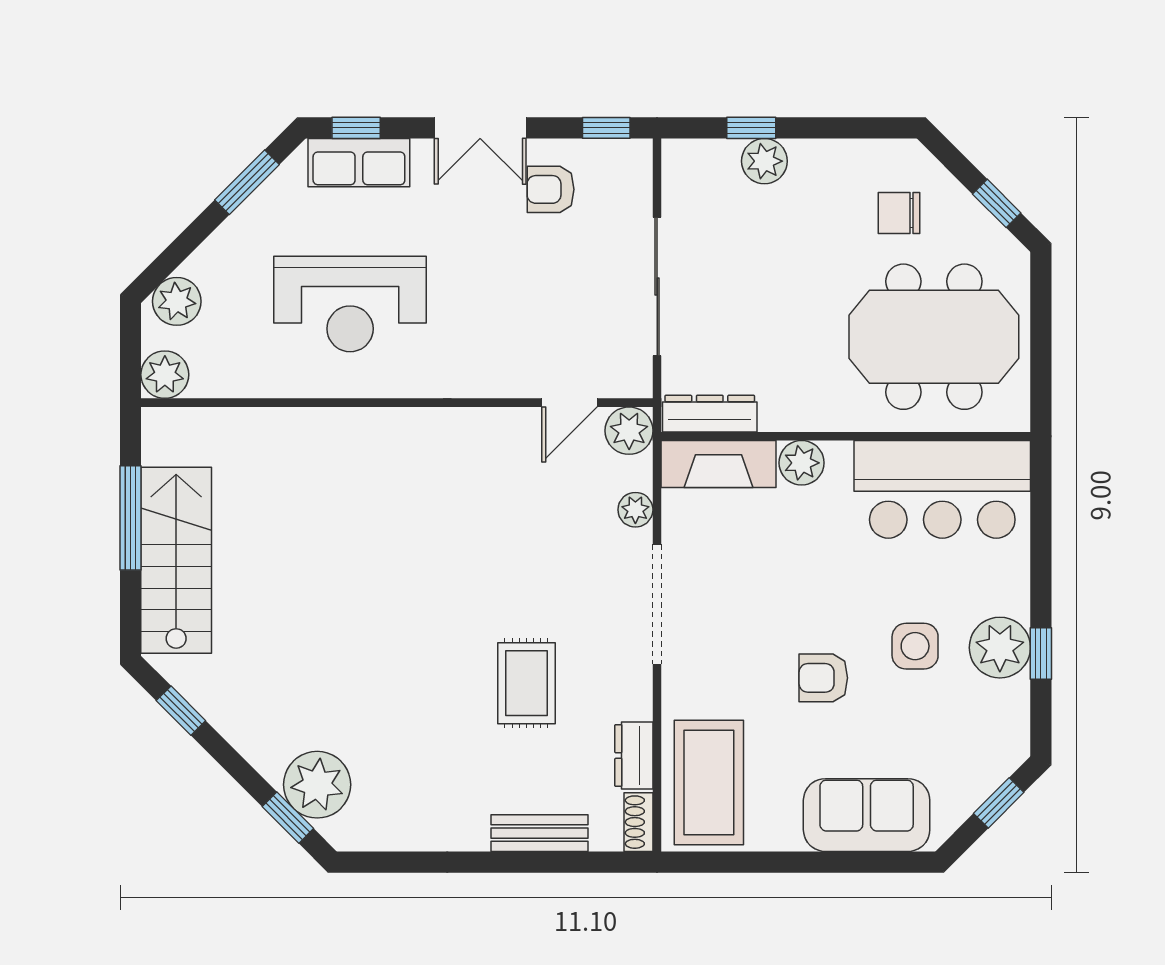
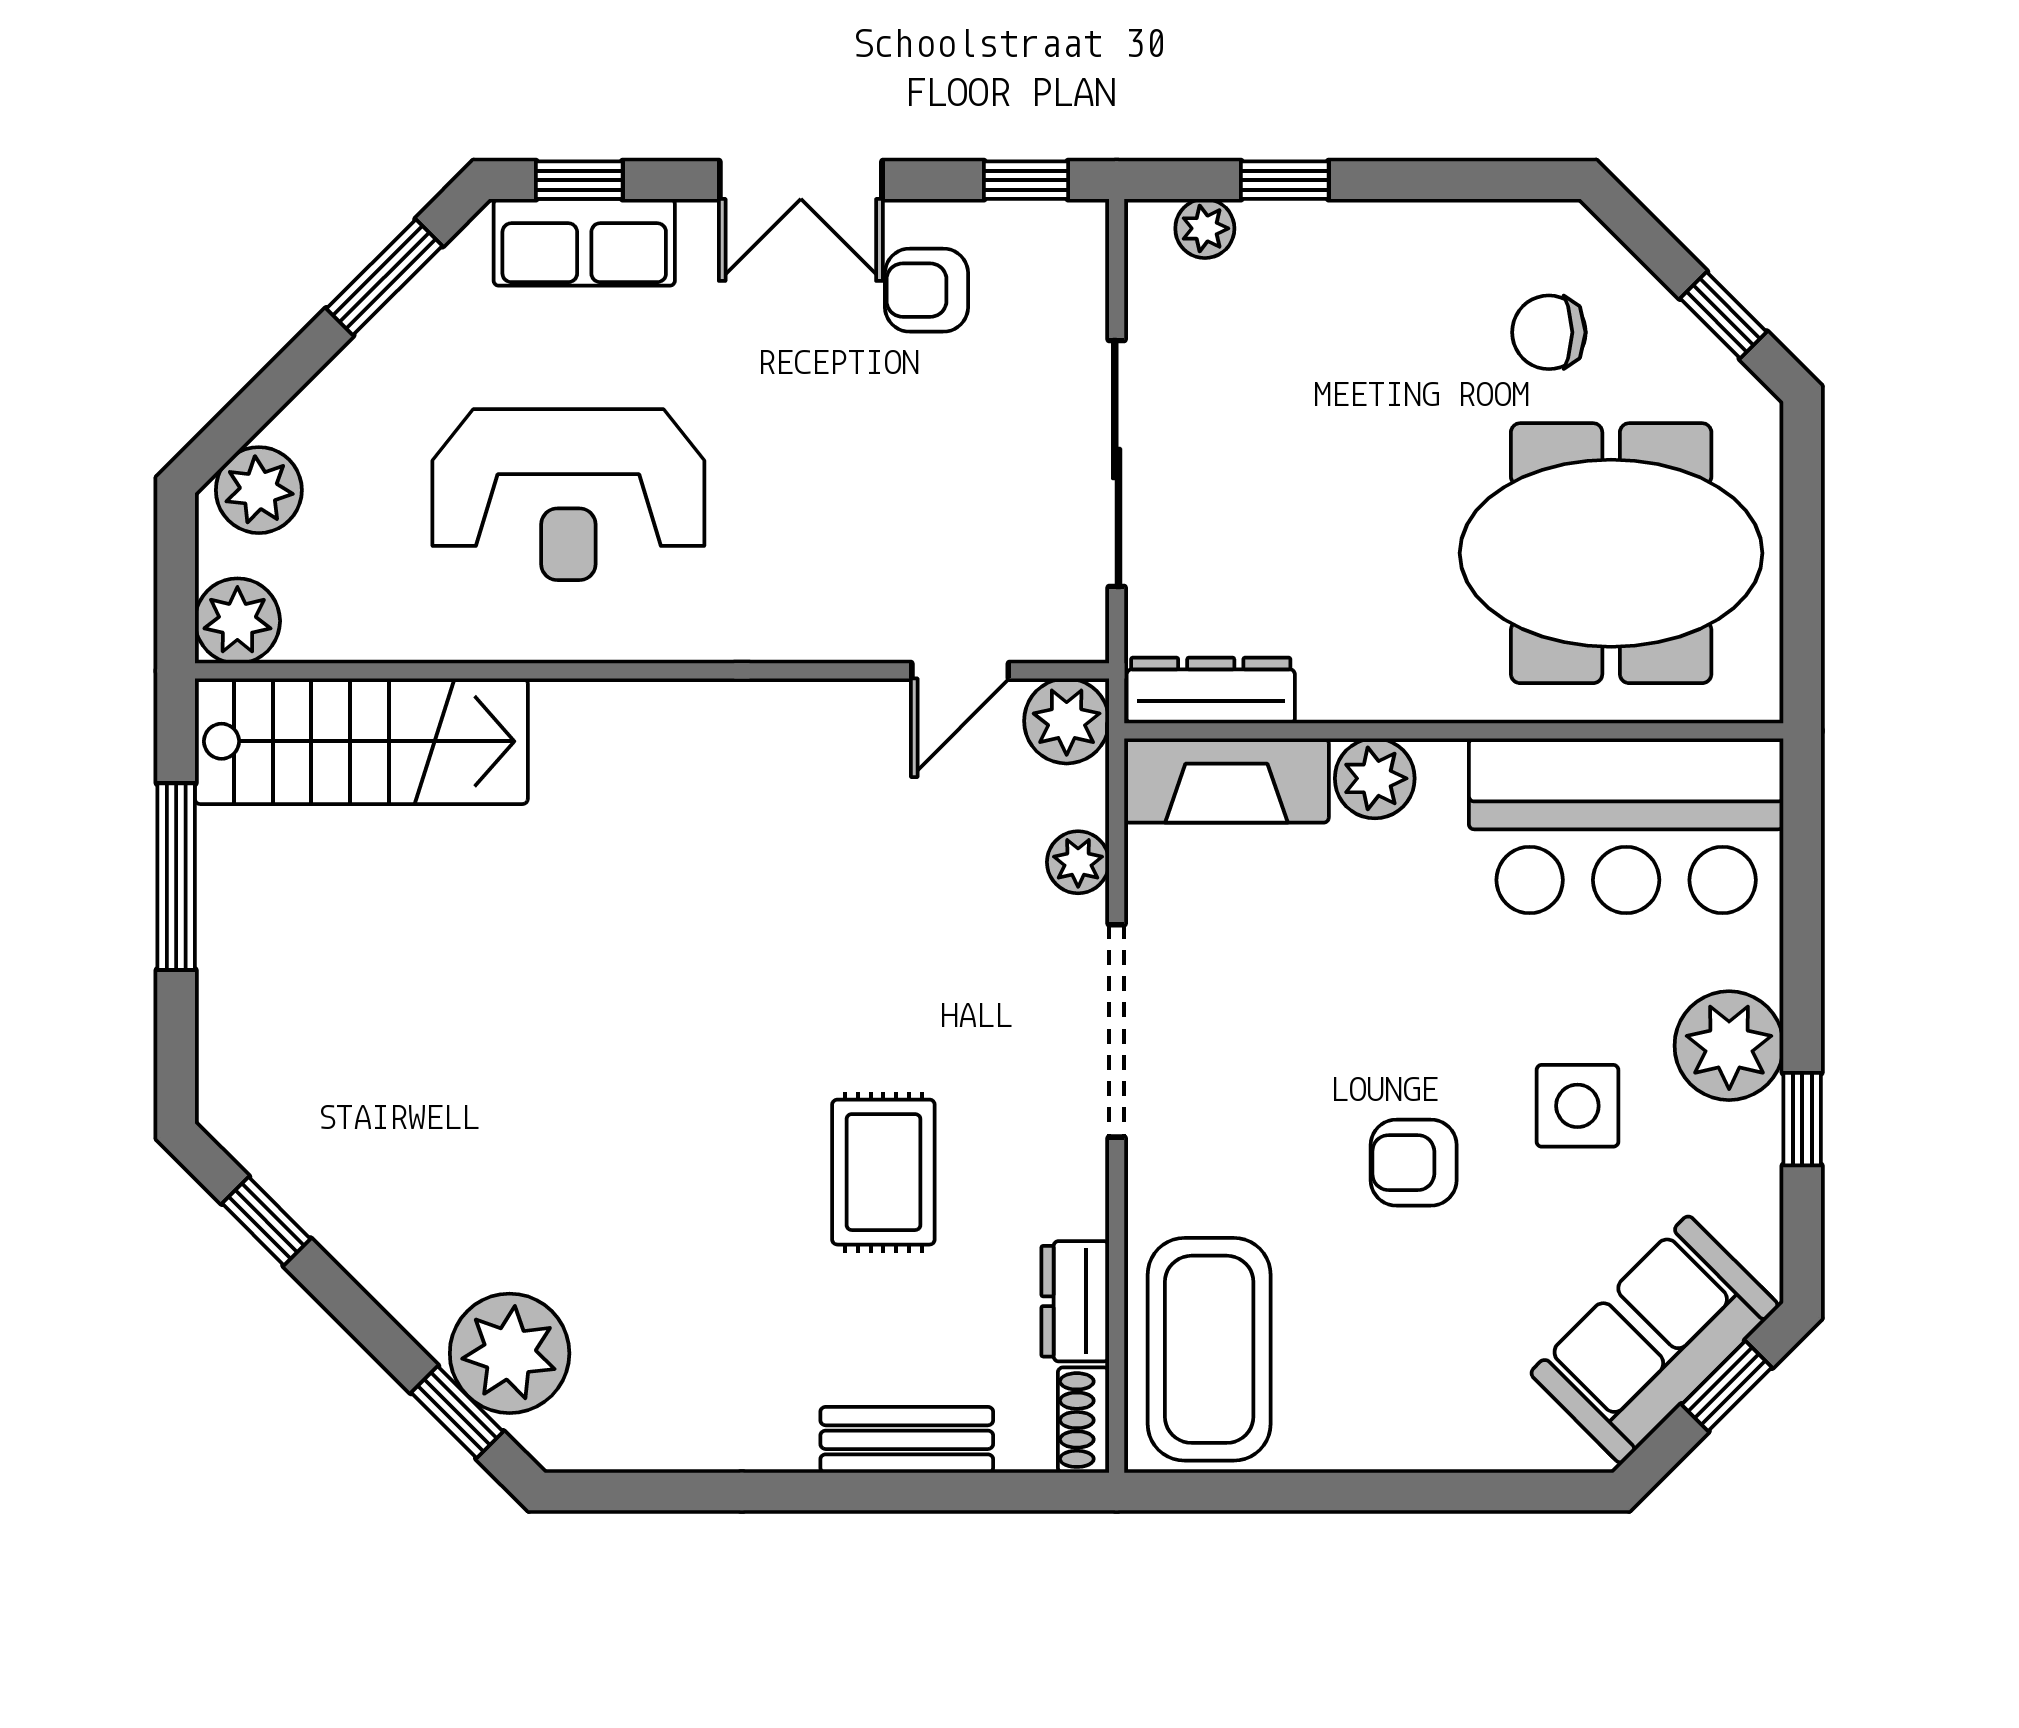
plant: (764, 161) -> (1205, 228), moved, width x0.73, depth x0.73
stairs: (176, 560) -> (361, 741), moved, turned 90
plant: (1000, 648) -> (1729, 1046), moved
sofa: (867, 815) -> (1655, 1340), moved, turned -45

